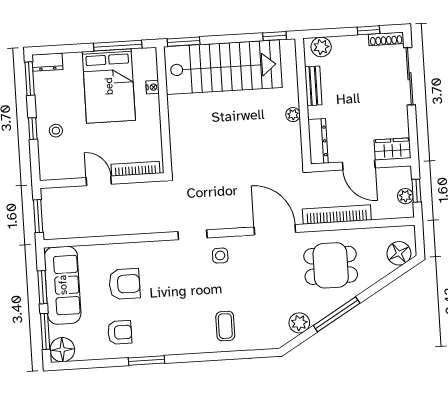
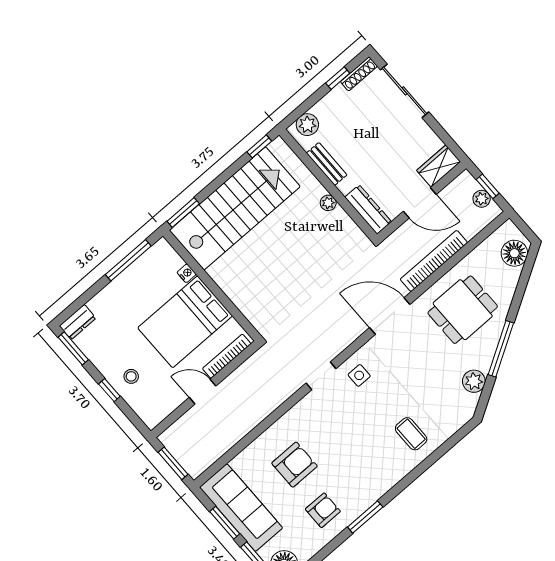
bed: (109, 86) -> (185, 322), moved, turned 90

